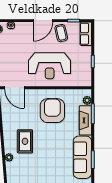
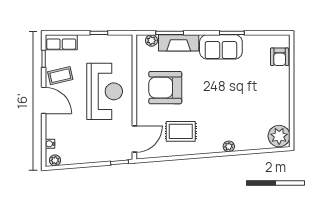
rug: (25, 141) -> (181, 131), moved
sofa: (82, 157) -> (221, 47), width x0.73

